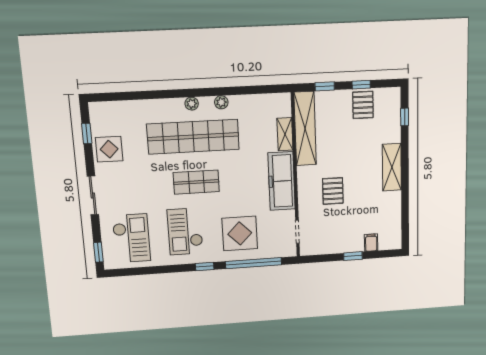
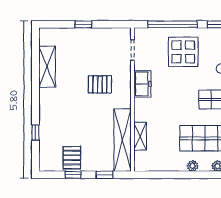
window: (405, 117) -> (35, 132), moved
shelving: (392, 167) -> (47, 67), moved
freezer: (282, 181) -> (142, 84), width x0.52, depth x0.79
pallet: (333, 191) -> (100, 84), turned 90
filing cabinet: (371, 243) -> (67, 36), removed

